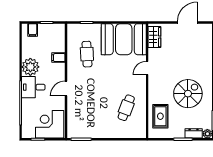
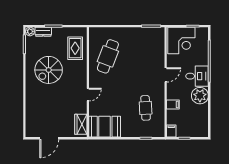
filing cabinet: (33, 30) -> (171, 131), moved
booth: (124, 39) -> (105, 127), width x0.73, depth x0.70
cafe table: (126, 108) -> (108, 56), width x1.37, depth x1.35

